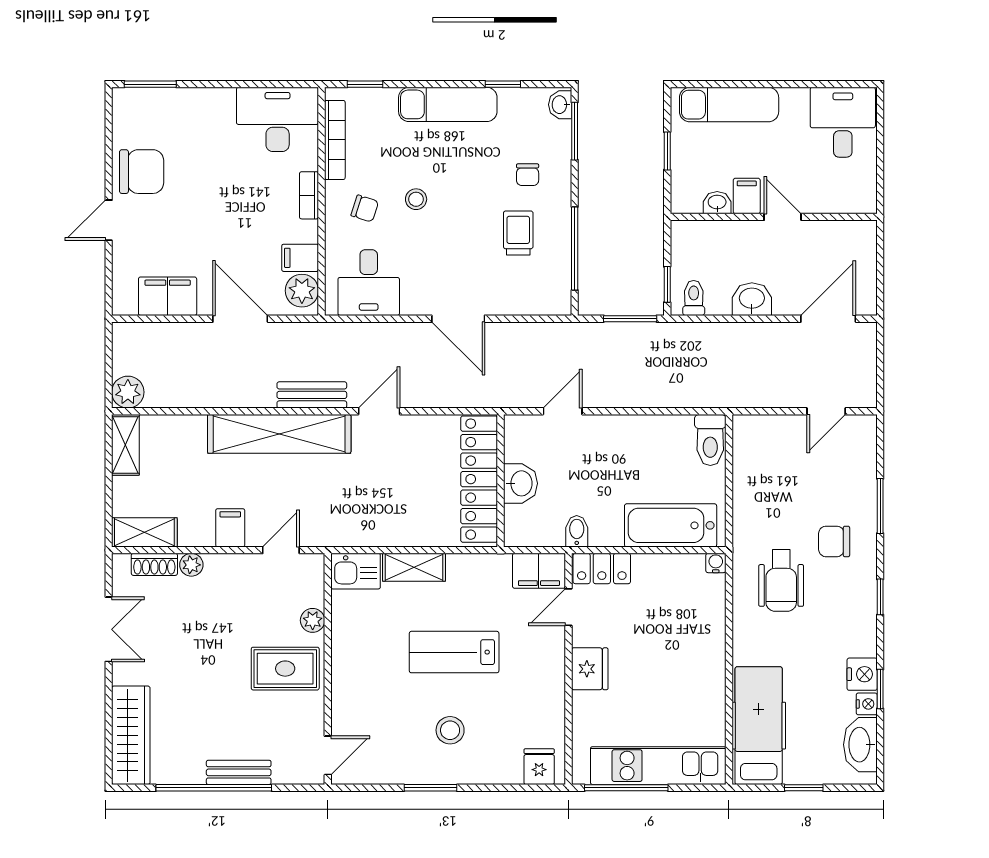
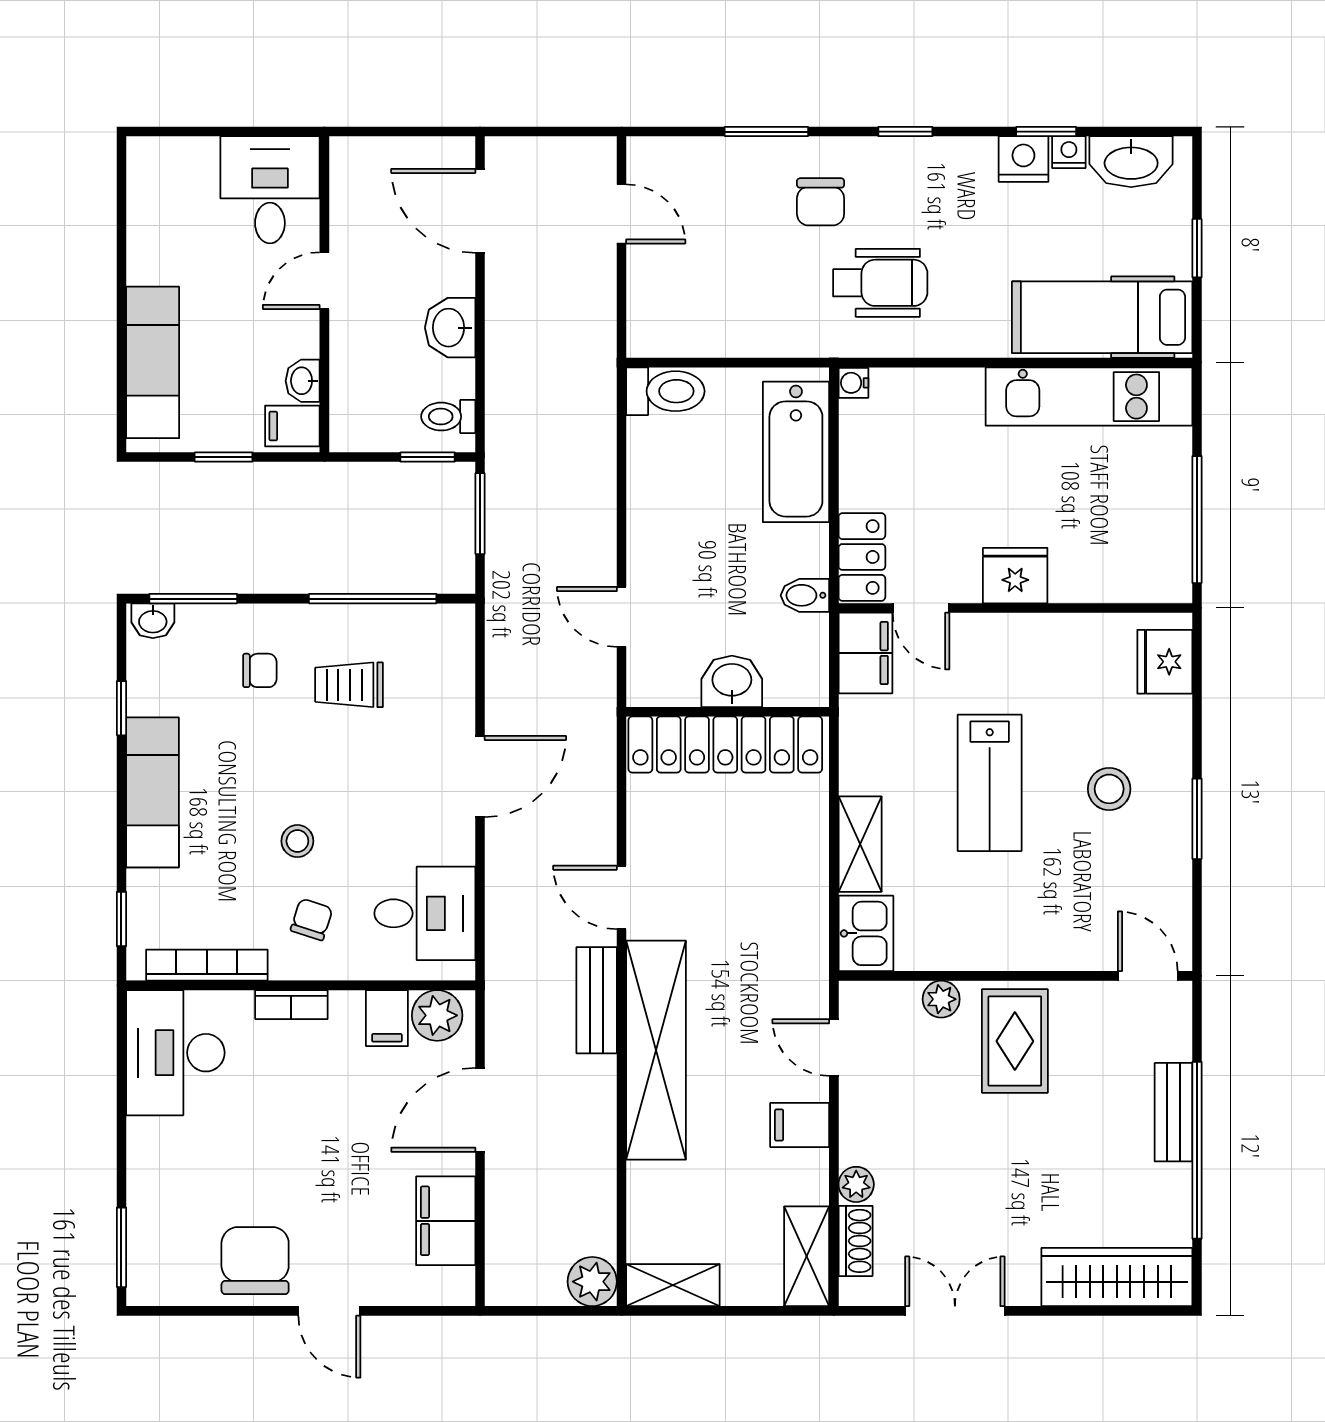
desk: (843, 122) -> (270, 190), moved, turned 90
filing cabinet: (747, 196) -> (292, 426), moved
kitchen unit: (658, 766) -> (1089, 397), moved, turned -90
fridge: (539, 767) -> (1165, 662), width x1.38

